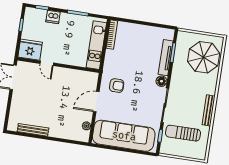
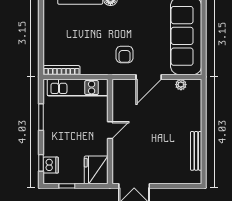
dishwasher: (53, 17) -> (51, 165), moved
door: (47, 63) -> (110, 130), moved
armchair: (117, 86) -> (125, 54), turned 180
door: (96, 102) -> (149, 77), hinge flipped

